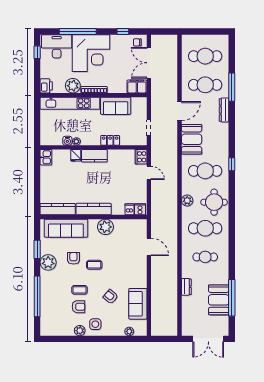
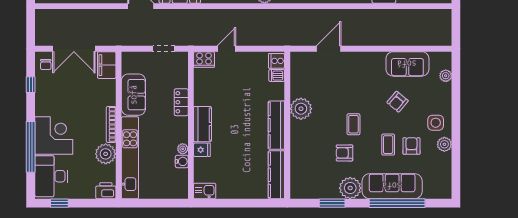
corner desk: (91, 53) -> (54, 136), width x0.74, depth x0.74
sofa: (66, 228) -> (392, 186), moved, turned -90

